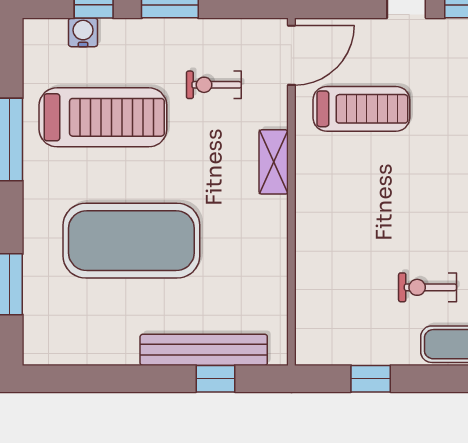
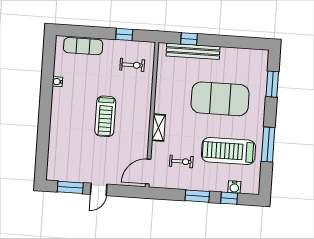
treadmill: (361, 109) -> (105, 116), moved, turned -90
exercise bike: (428, 287) -> (132, 65), moved

